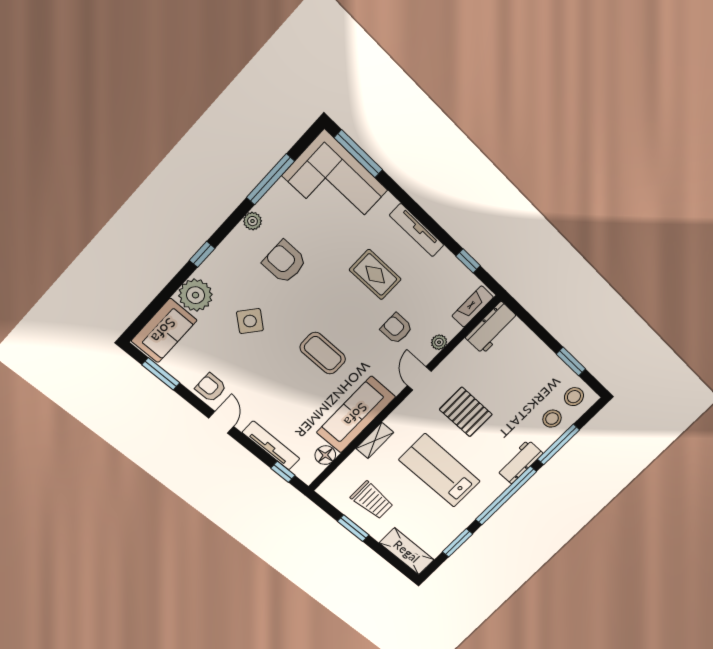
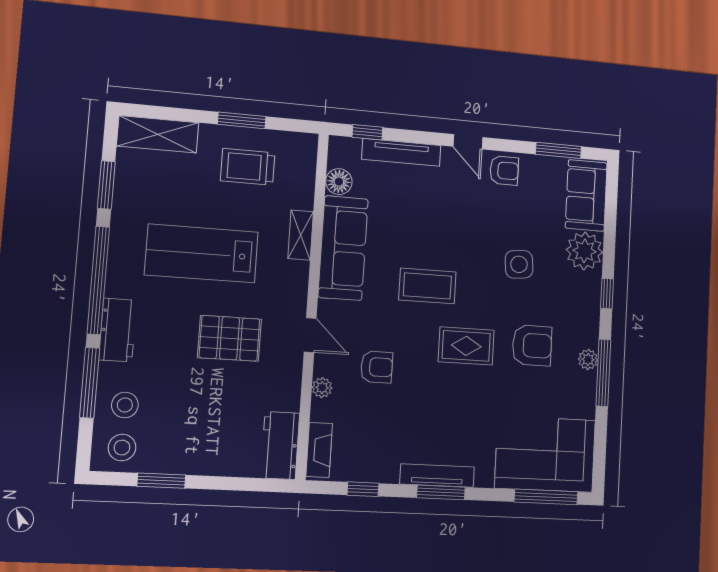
window: (270, 179) -> (603, 373), moved
window: (423, 217) -> (441, 492), added
rug: (375, 275) -> (466, 346), moved
side table: (250, 321) -> (519, 264), turned 45
lab bench: (440, 471) -> (202, 253), turned 180

